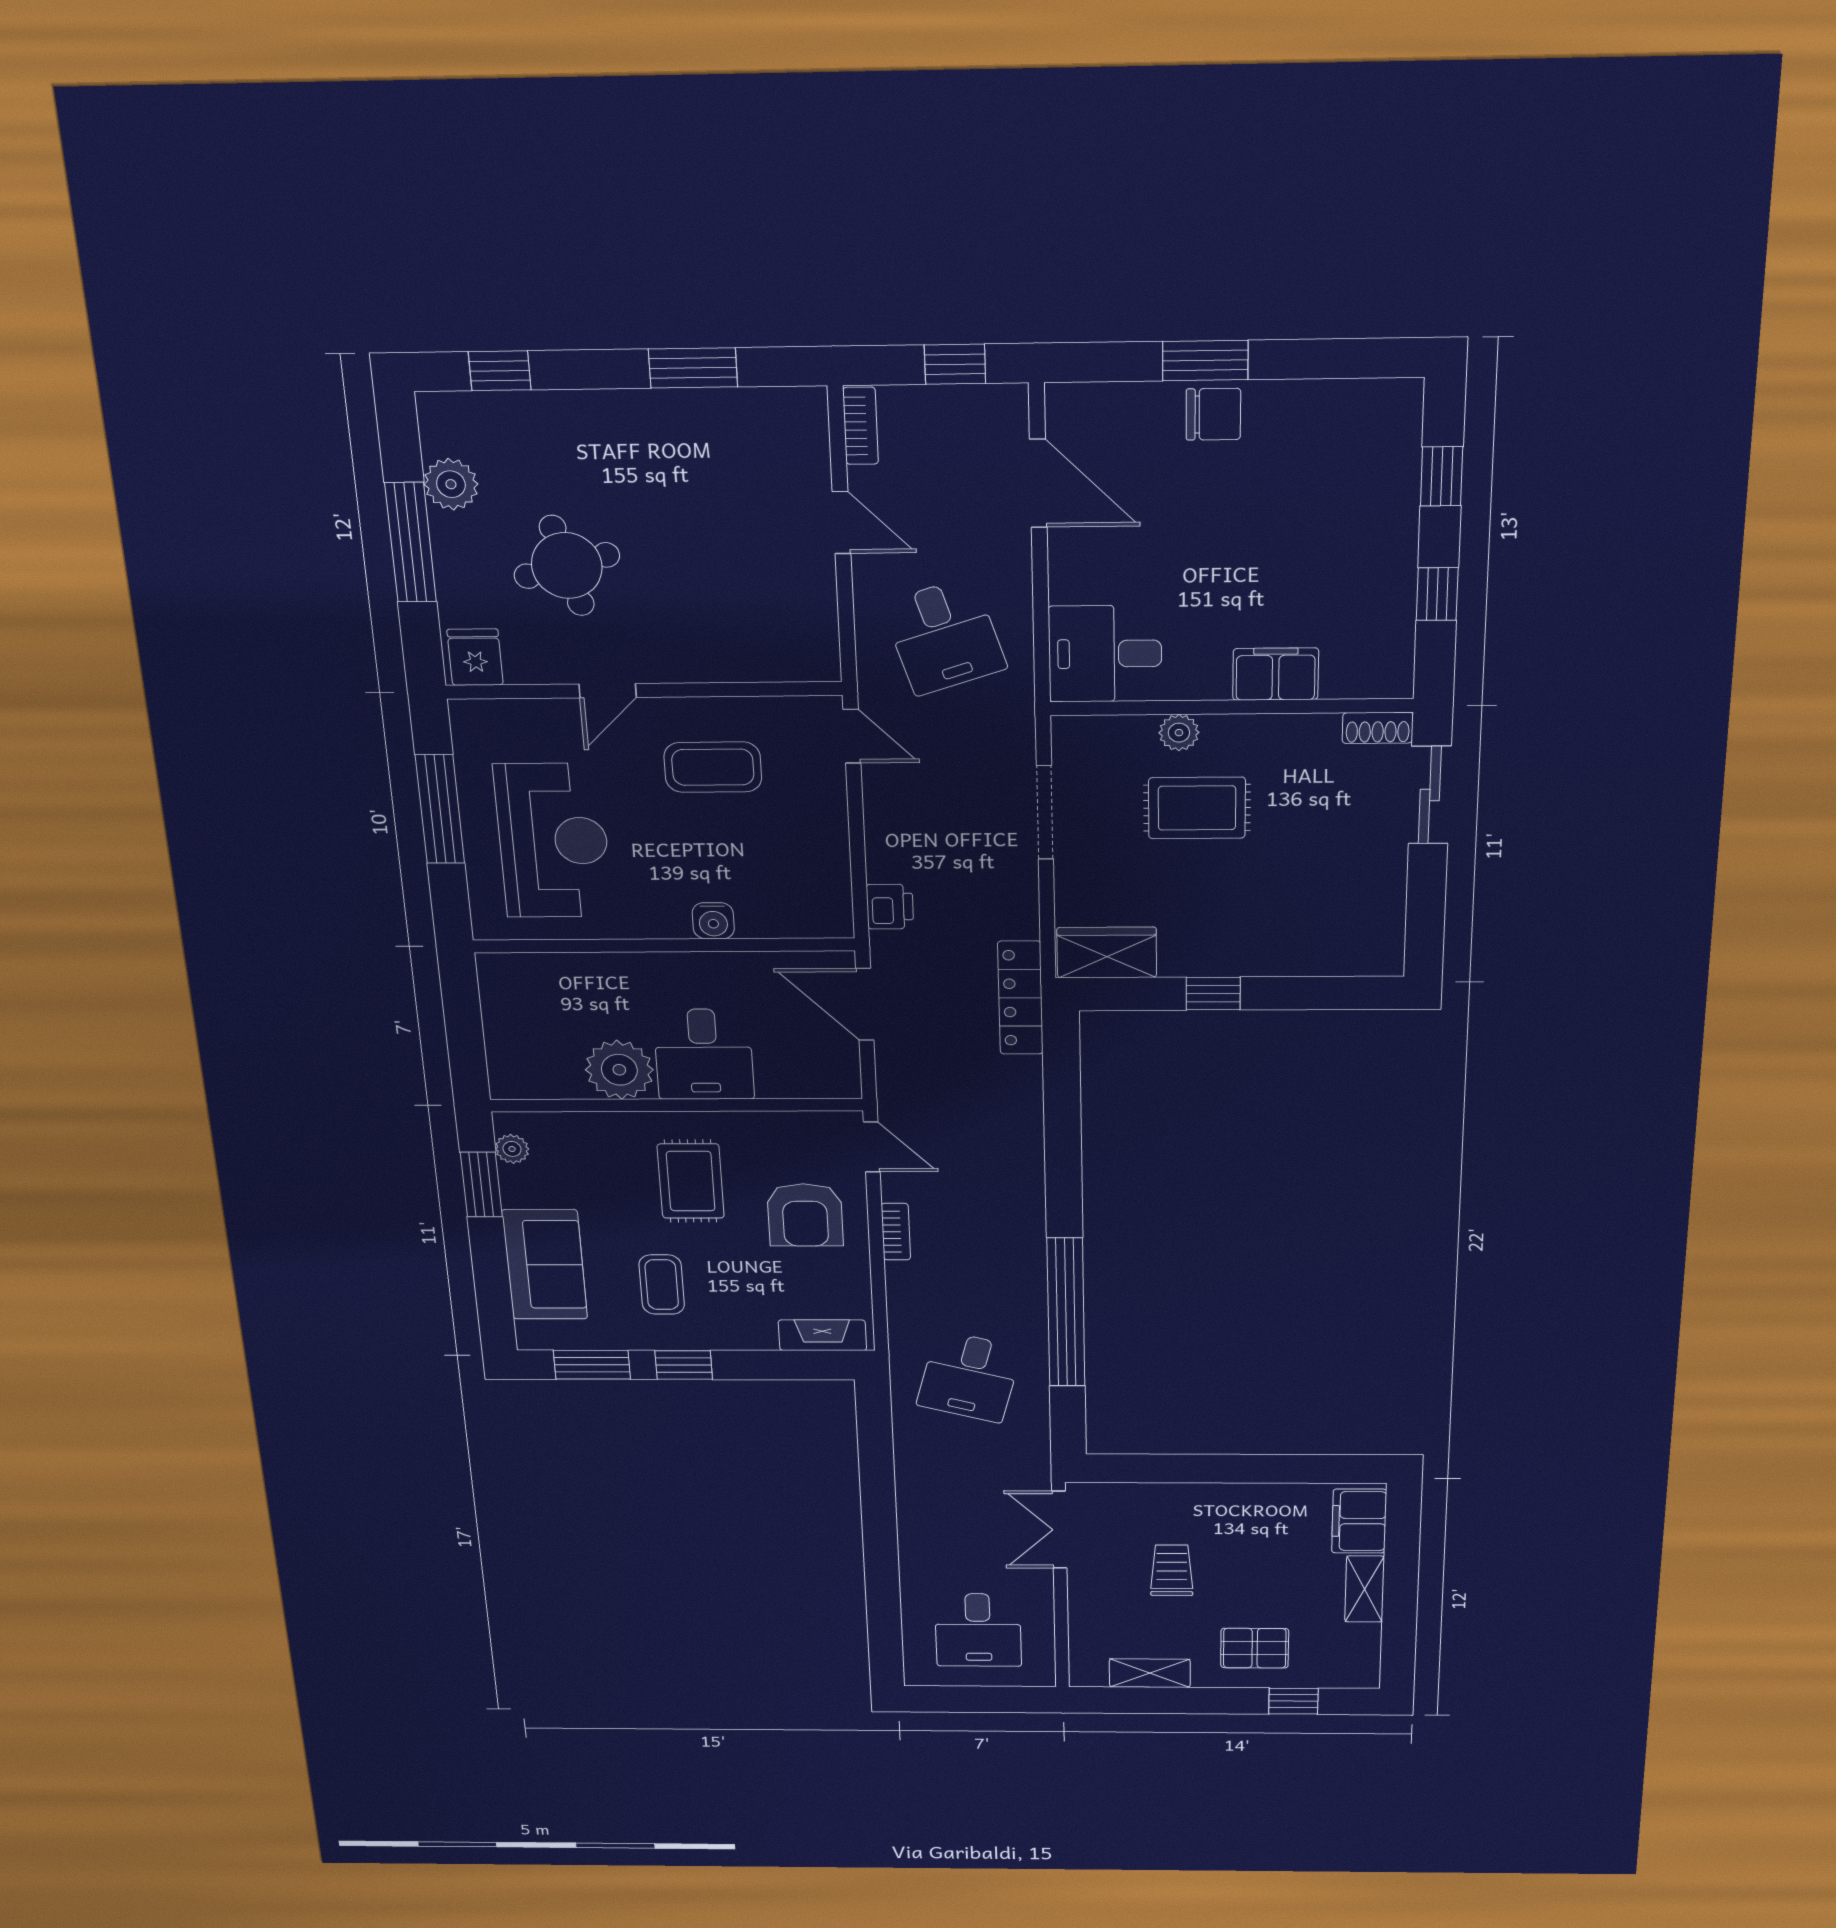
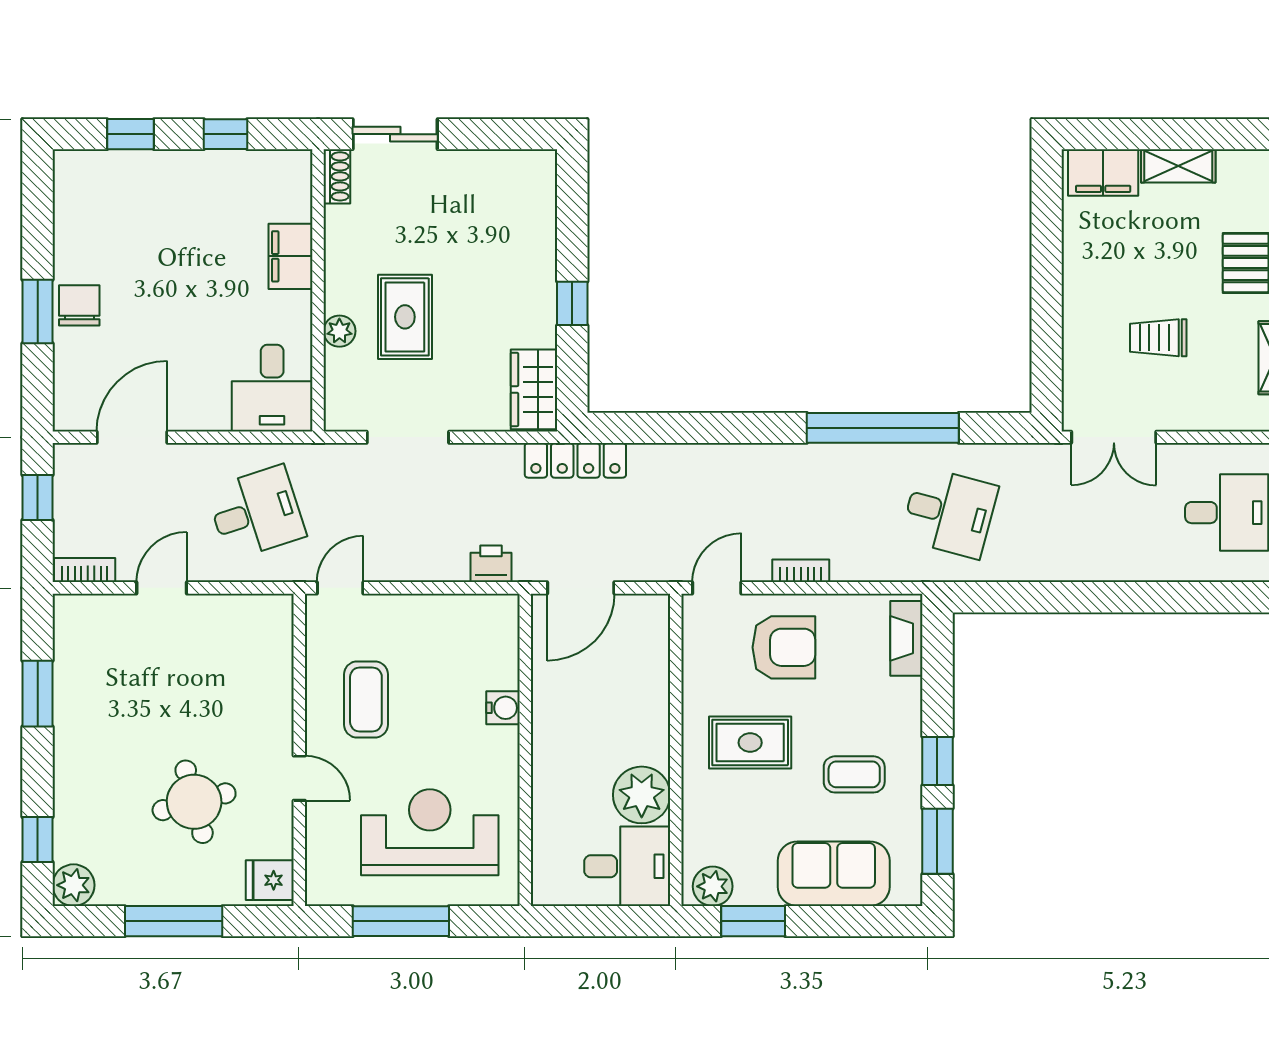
plant: (451, 484) -> (73, 885), moved
desk: (704, 1054) -> (627, 866), moved
plant: (512, 1149) -> (713, 886), width x1.38, depth x1.38

